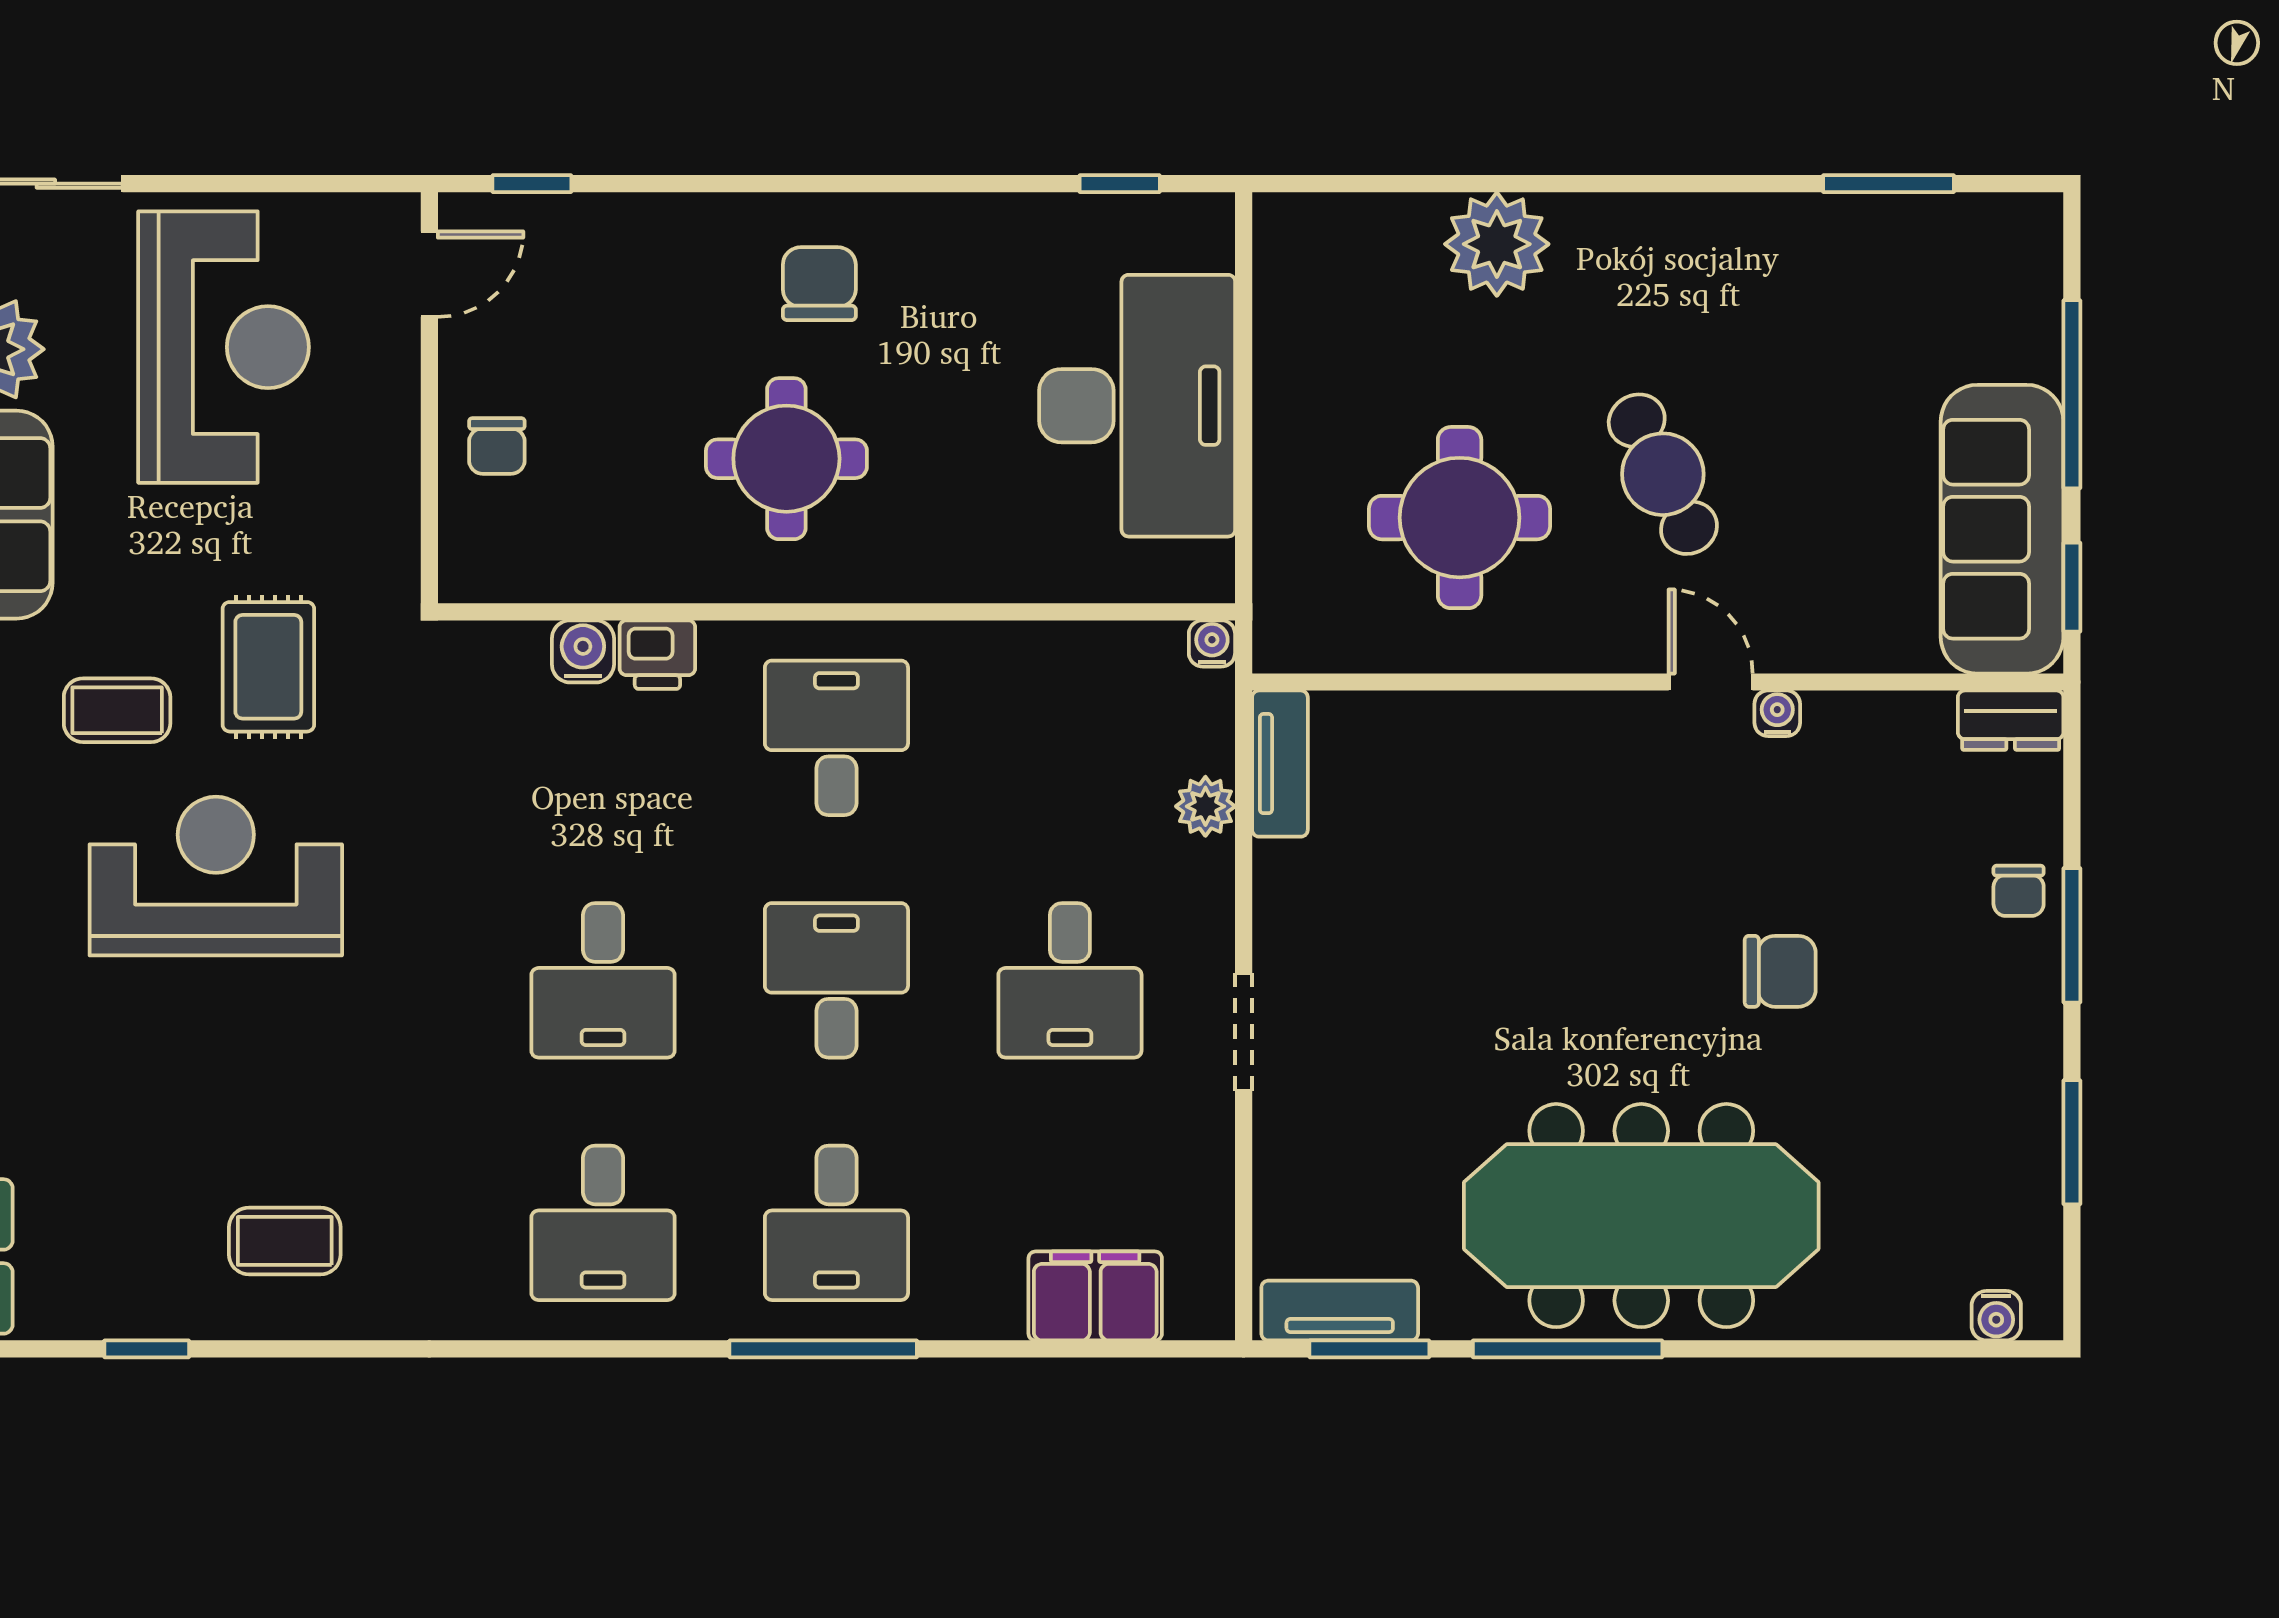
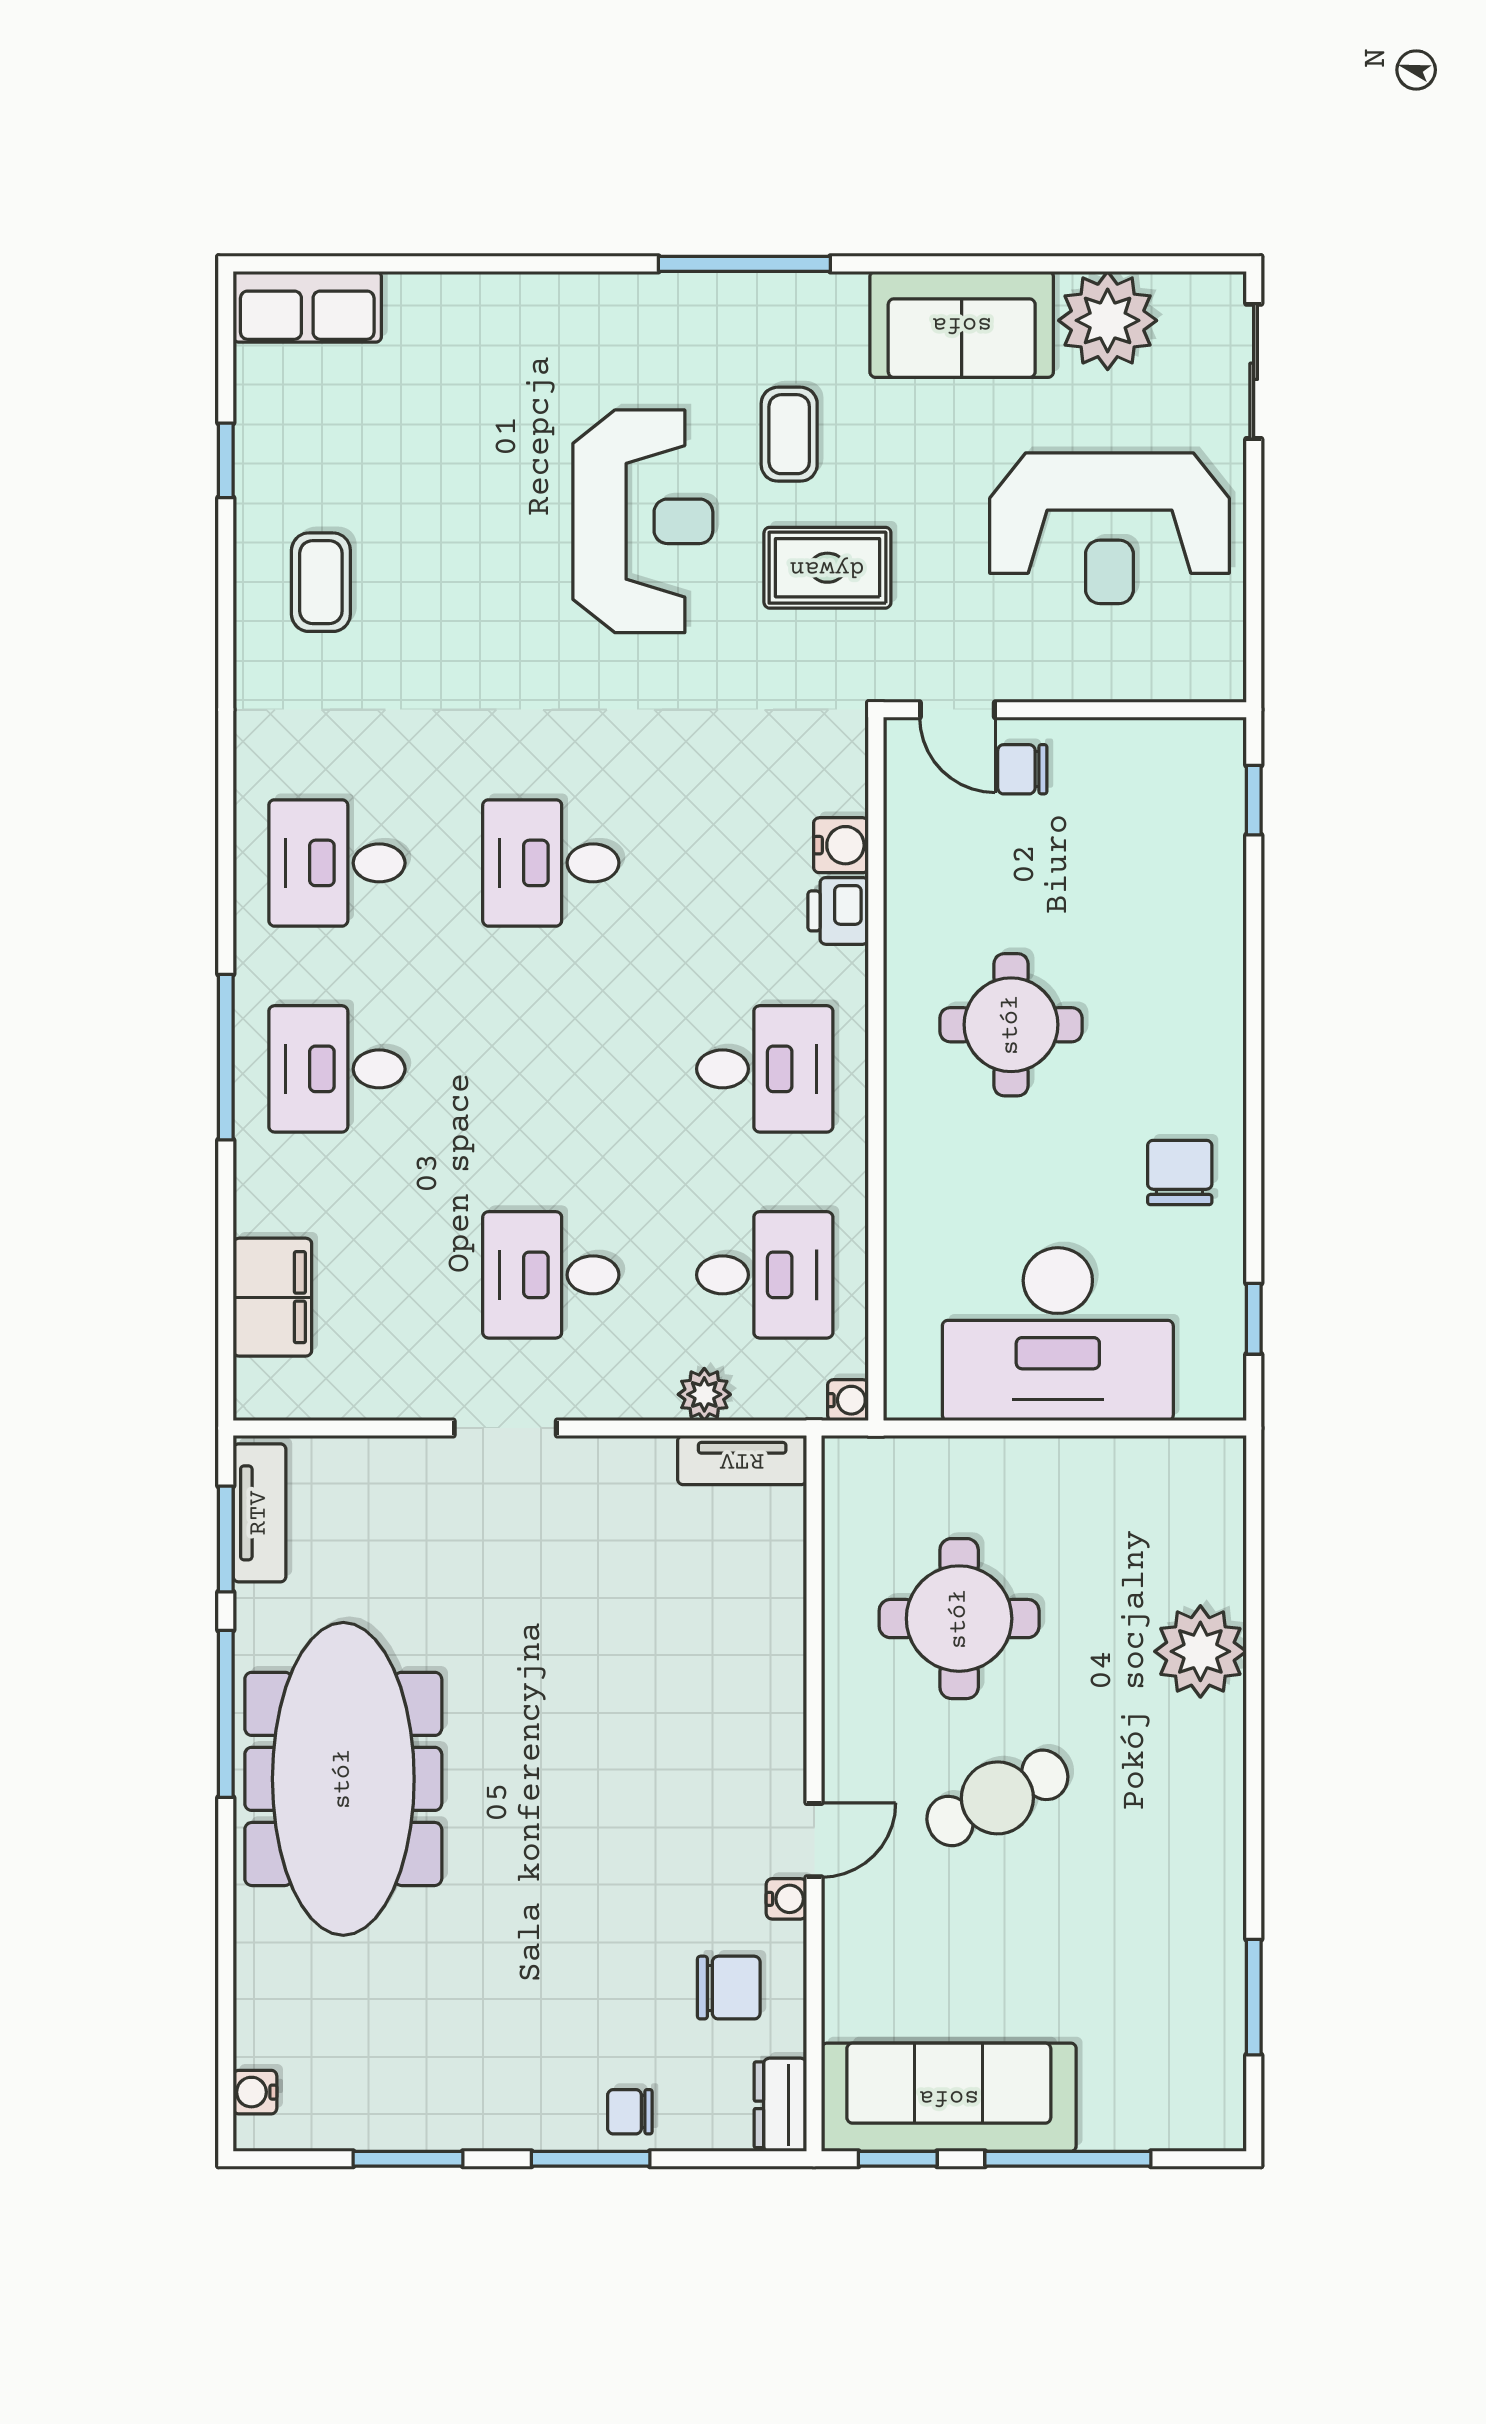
door: (429, 274) -> (957, 710), moved
chair: (819, 284) -> (1180, 1173), moved, turned -90
chair: (1780, 971) -> (729, 1988), moved, turned -90
desk: (836, 980) -> (765, 1275), moved

